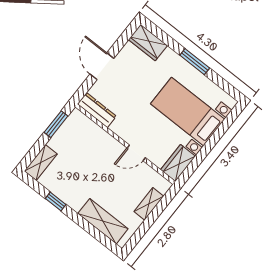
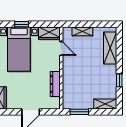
dresser: (97, 110) -> (55, 84), moved
window: (215, 138) -> (22, 24), added
door: (136, 153) -> (61, 48), moved

